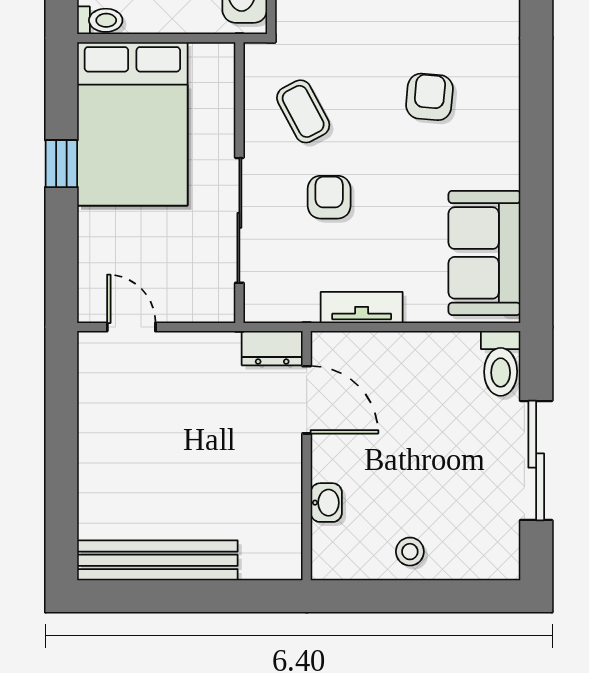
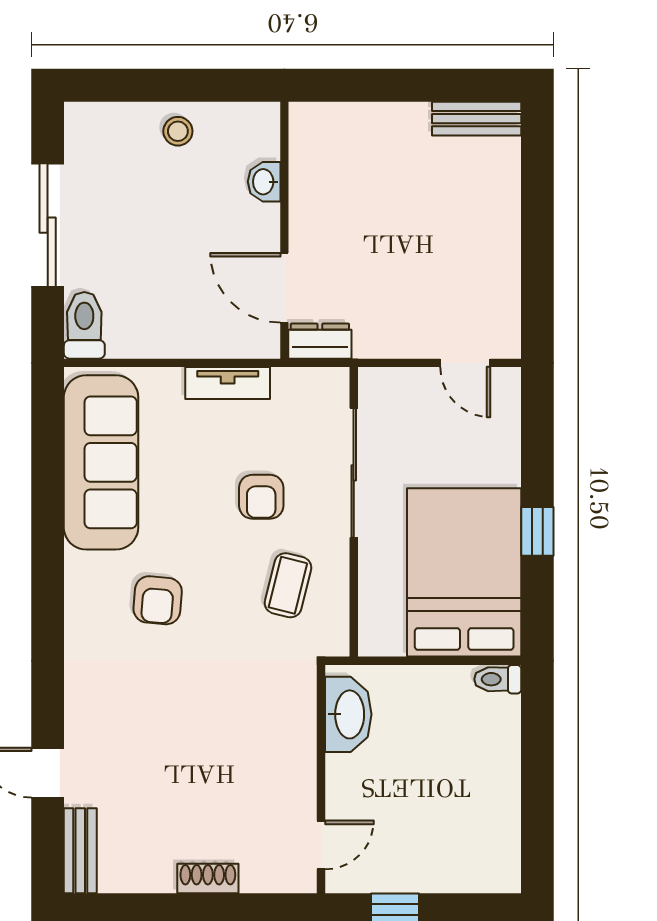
coffee table: (303, 111) -> (288, 585), turned 42
sofa: (484, 253) -> (101, 462), width x1.36
bench: (157, 560) -> (477, 119), width x0.54, depth x0.82

